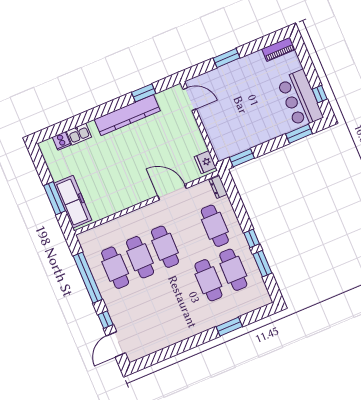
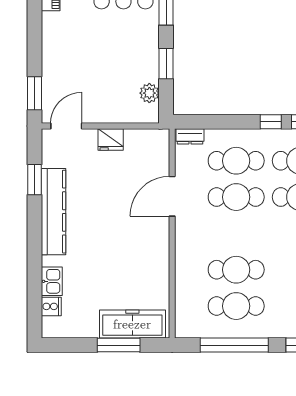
window: (226, 58) -> (35, 93), moved
plant: (236, 147) -> (149, 93), added
window: (242, 158) -> (166, 64), moved
fridge: (205, 162) -> (111, 139), moved
cafe table: (165, 247) -> (236, 197), moved

